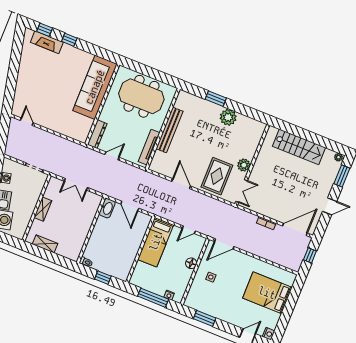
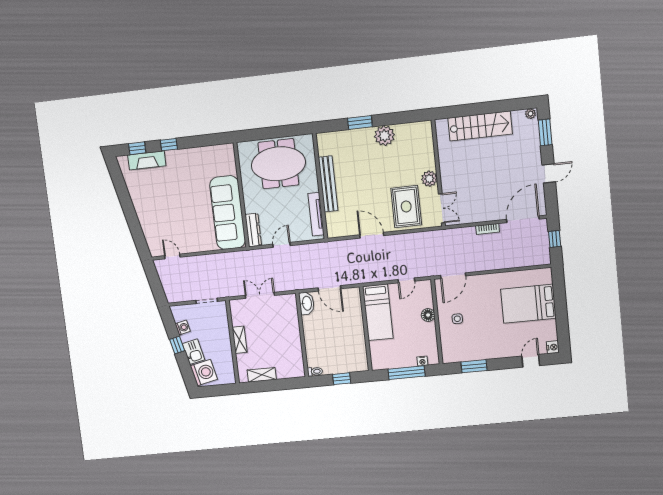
sofa: (95, 87) -> (228, 213), moved
double door: (76, 184) -> (260, 295), swing flipped

